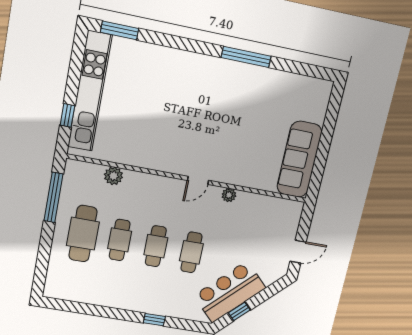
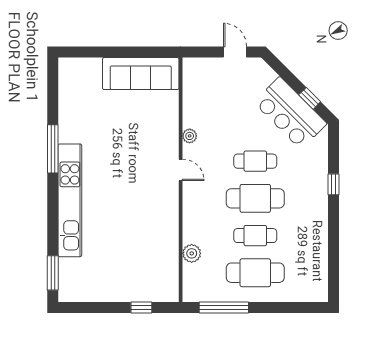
kitchen unit: (90, 91) -> (70, 200), moved, turned 90
cafe table: (156, 246) -> (255, 198), width x1.37, depth x1.35

